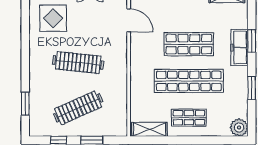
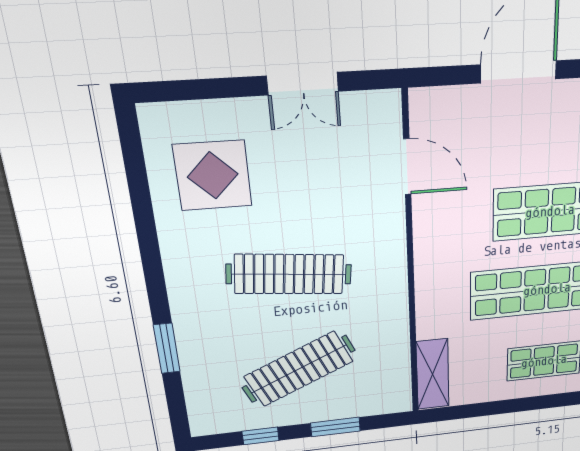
window: (25, 104) -> (167, 348), moved
shelving: (150, 129) -> (433, 374), moved, turned 90

